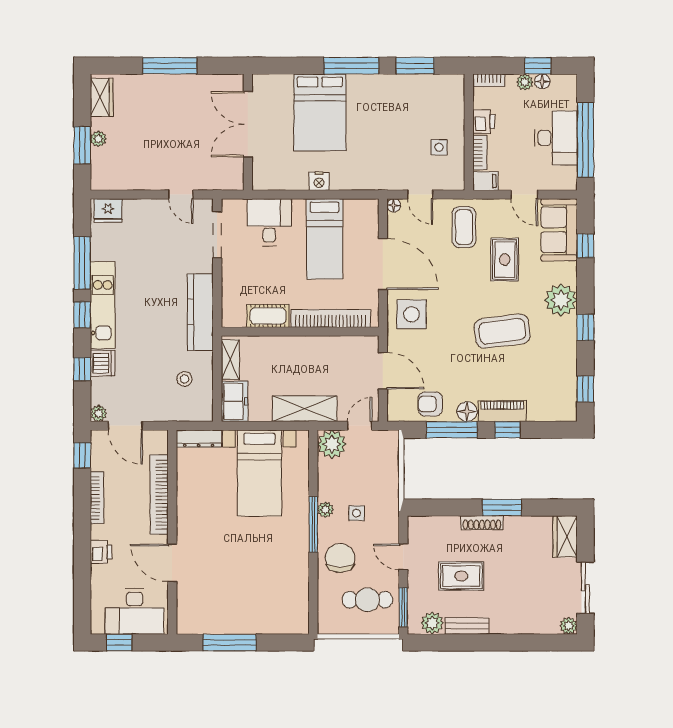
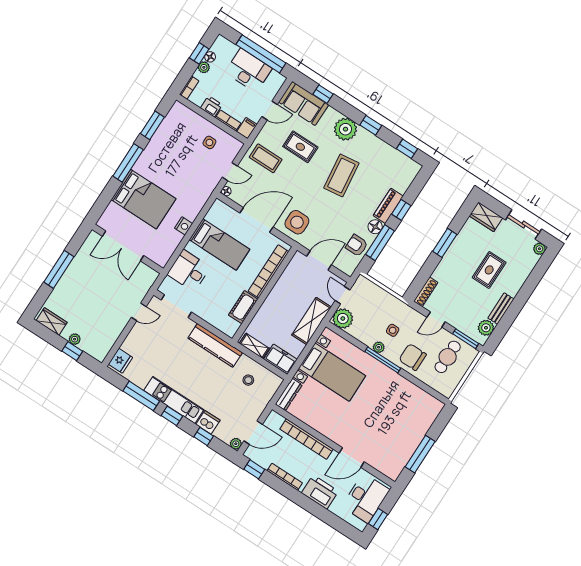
window: (82, 145) -> (72, 351), width x0.67
armchair: (430, 404) -> (357, 245), turned 90
shoe rack: (482, 523) -> (426, 292), moved
printer: (101, 552) -> (320, 492), width x1.87, depth x1.48
rug: (461, 576) -> (489, 270), moved

